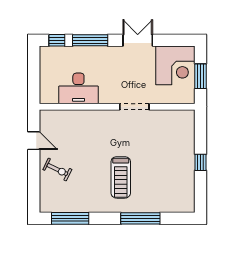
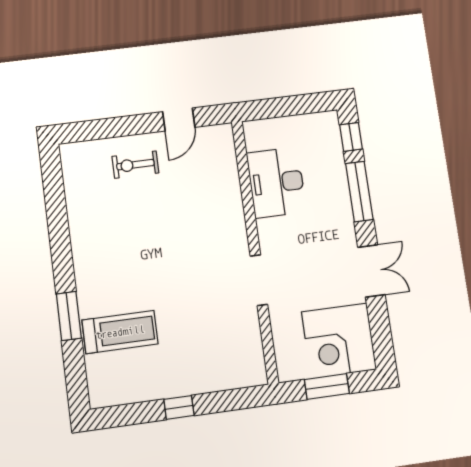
exercise bike: (57, 169) -> (135, 165), turned 64
treadmill: (121, 177) -> (120, 332), moved, turned 180
window: (70, 218) -> (55, 197), removed
window: (140, 218) -> (69, 316), width x0.69

